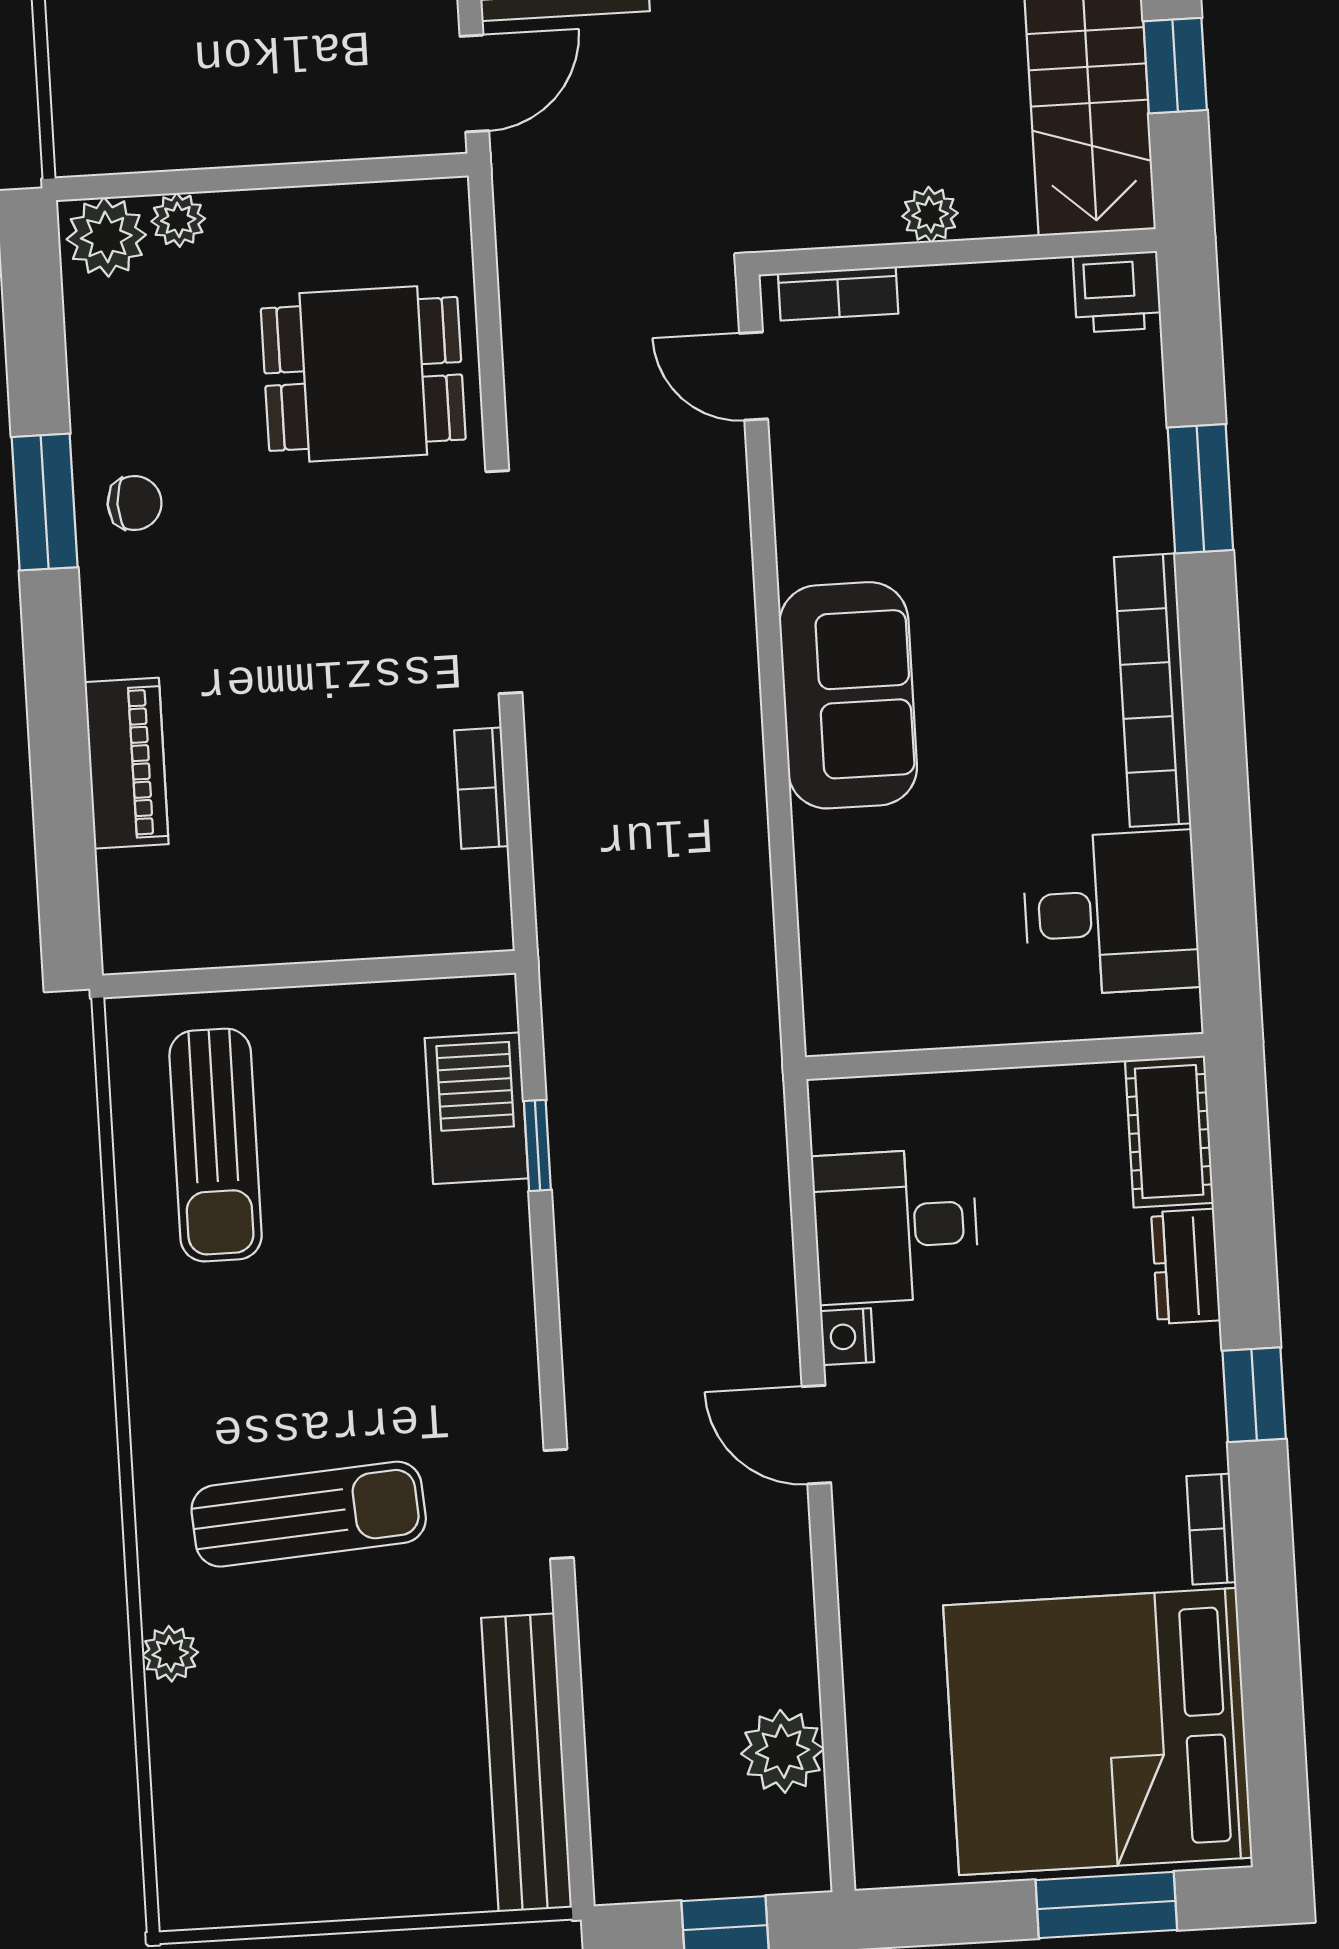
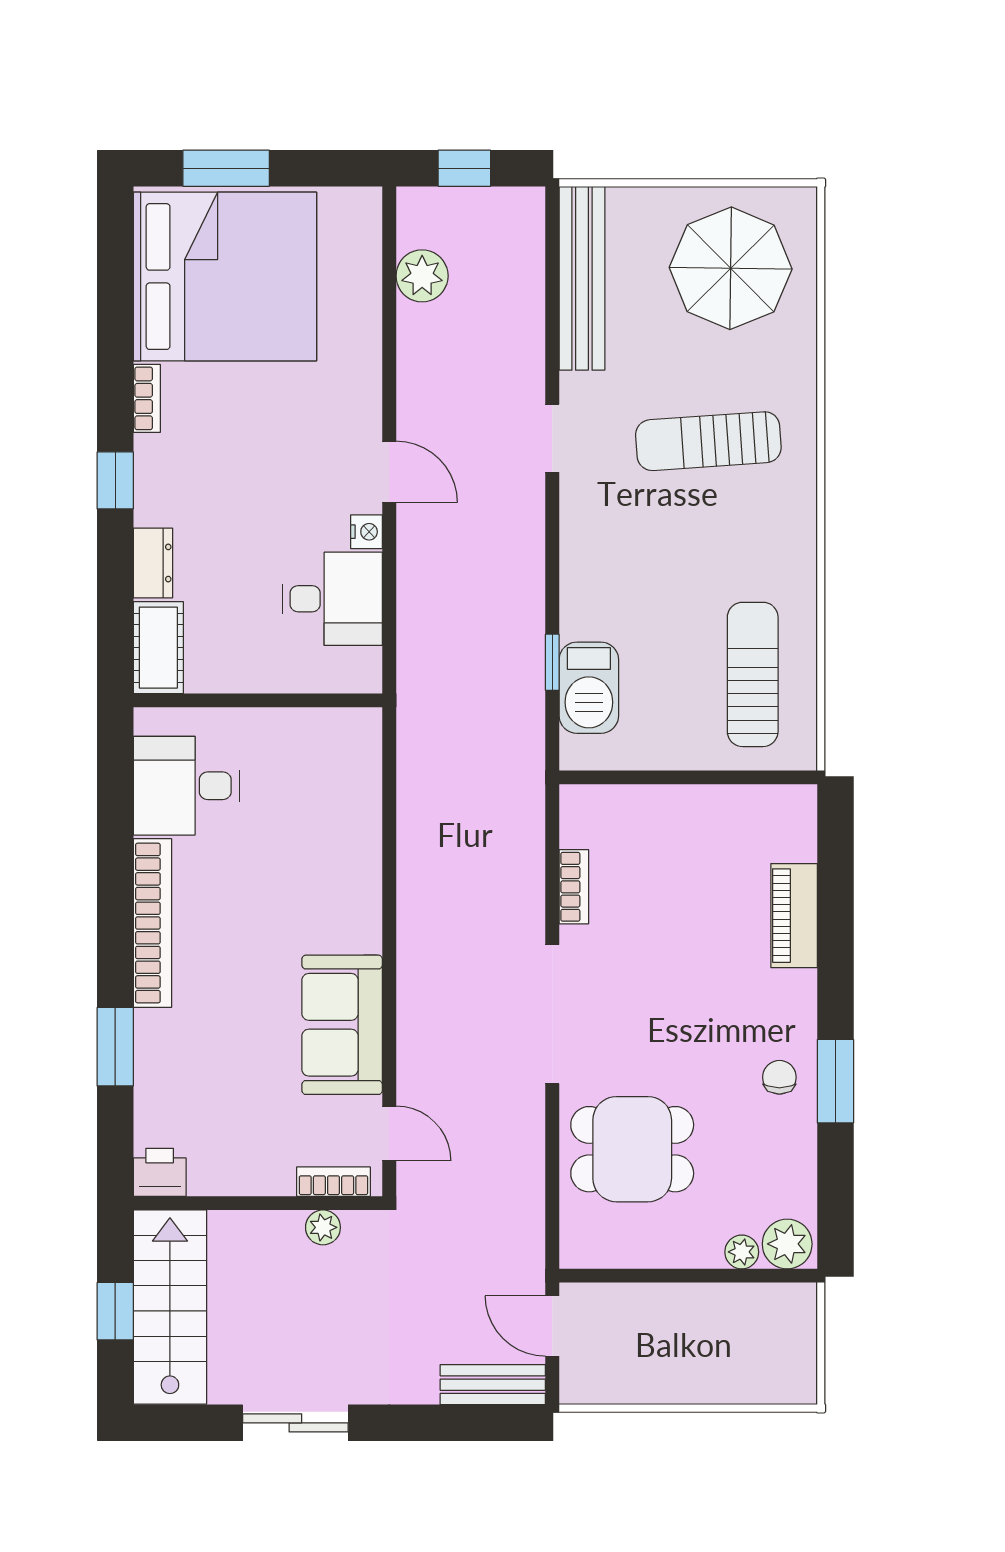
door: (474, 84) -> (552, 1326), hinge flipped
plant: (930, 215) -> (323, 1227), moved
chair: (135, 503) -> (779, 1077), turned 90
sofa: (848, 695) -> (342, 1025), moved
plant: (170, 1654) -> (800, 359), removed
parasol: (290, 1793) -> (731, 268), added

